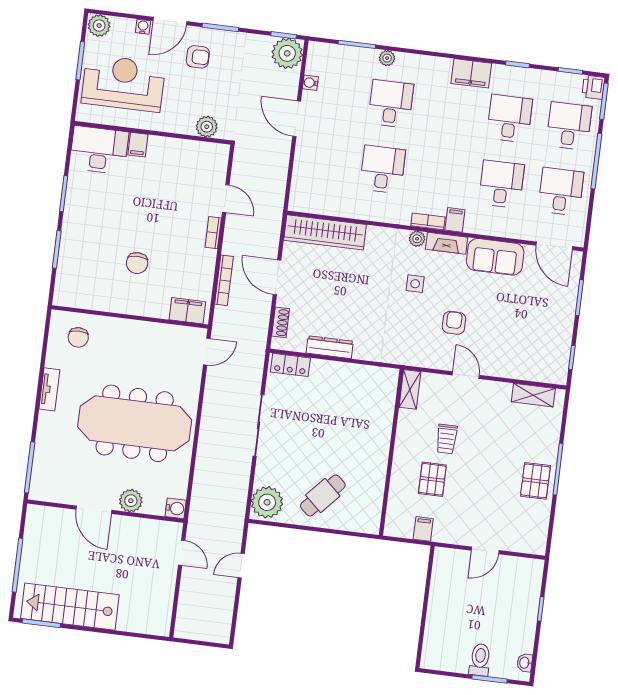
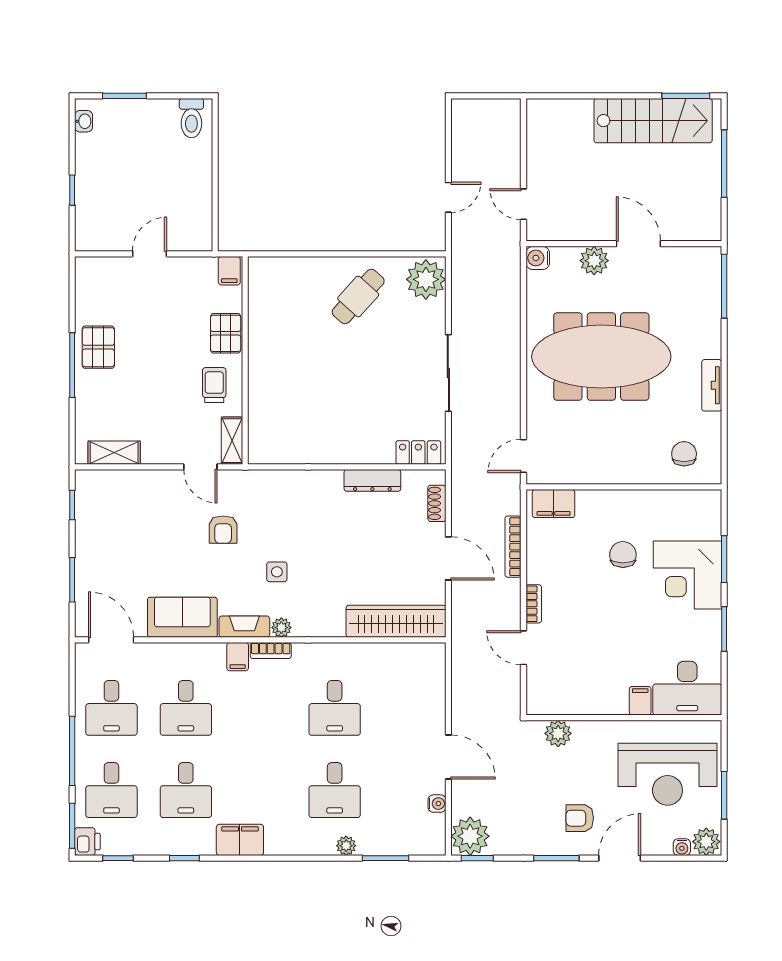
water cooler: (143, 27) -> (682, 847), moved
corner desk: (88, 240) -> (687, 575), added
shelving: (410, 389) -> (232, 441), moved
wall: (391, 452) -> (245, 360), moved
toilet: (480, 660) -> (191, 118), moved

